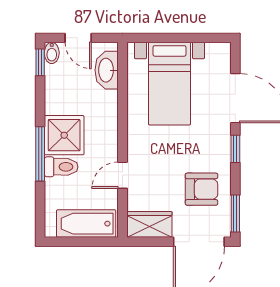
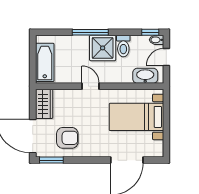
window: (235, 149) -> (94, 160), removed
toilet: (61, 167) -> (123, 46), moved
door: (123, 175) -> (90, 86), moved
armchair: (202, 189) -> (67, 138), turned -90

